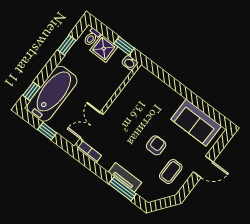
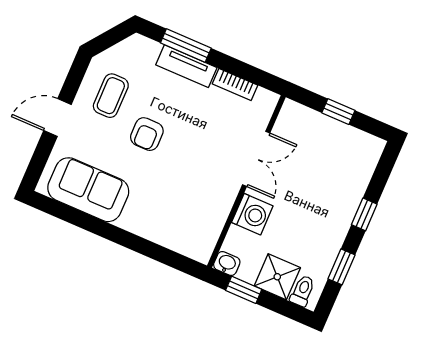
washing machine: (109, 87) -> (252, 214), added
window: (31, 91) -> (364, 214), moved
bathtub: (52, 94) -> (346, 178), removed
double door: (92, 126) -> (256, 159), moved
bookcase: (89, 152) -> (235, 85), moved

